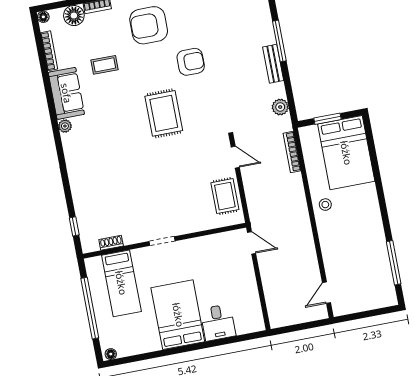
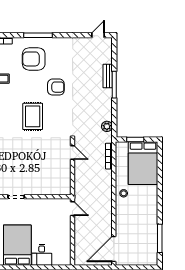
bench: (273, 64) -> (108, 76), moved
rug: (225, 196) -> (61, 176), removed
door: (327, 293) -> (114, 249), width x1.88

